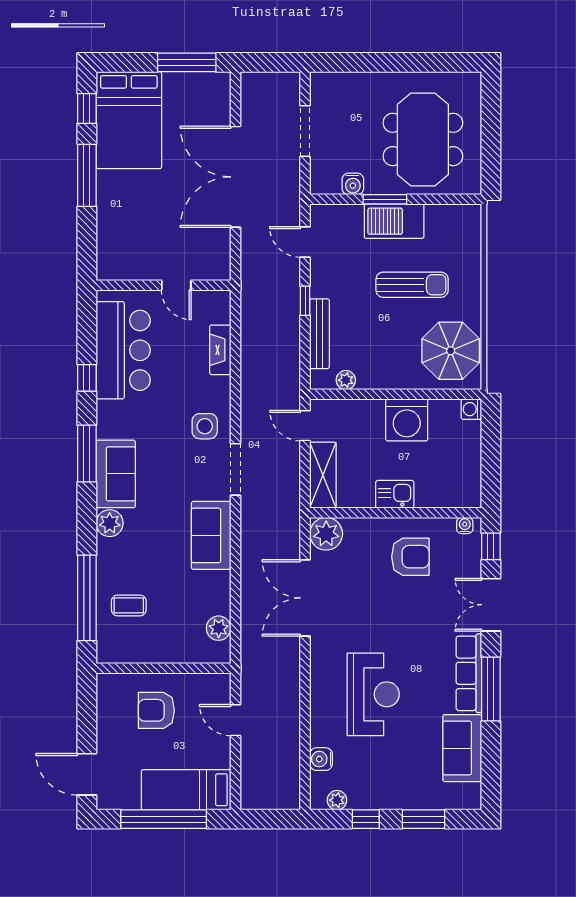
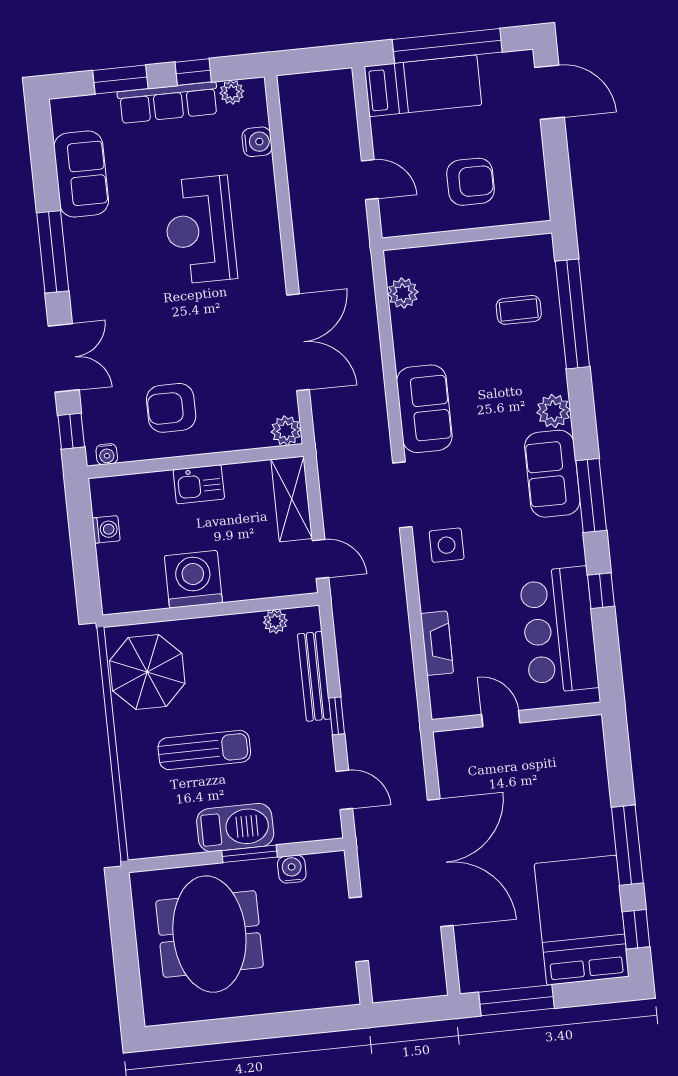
sun lounger: (412, 285) -> (204, 750), turned 180
washing machine: (471, 409) -> (106, 529), moved
plant: (326, 534) -> (286, 431), width x0.73, depth x0.73
row of seats: (469, 673) -> (168, 103), moved, turned 90

